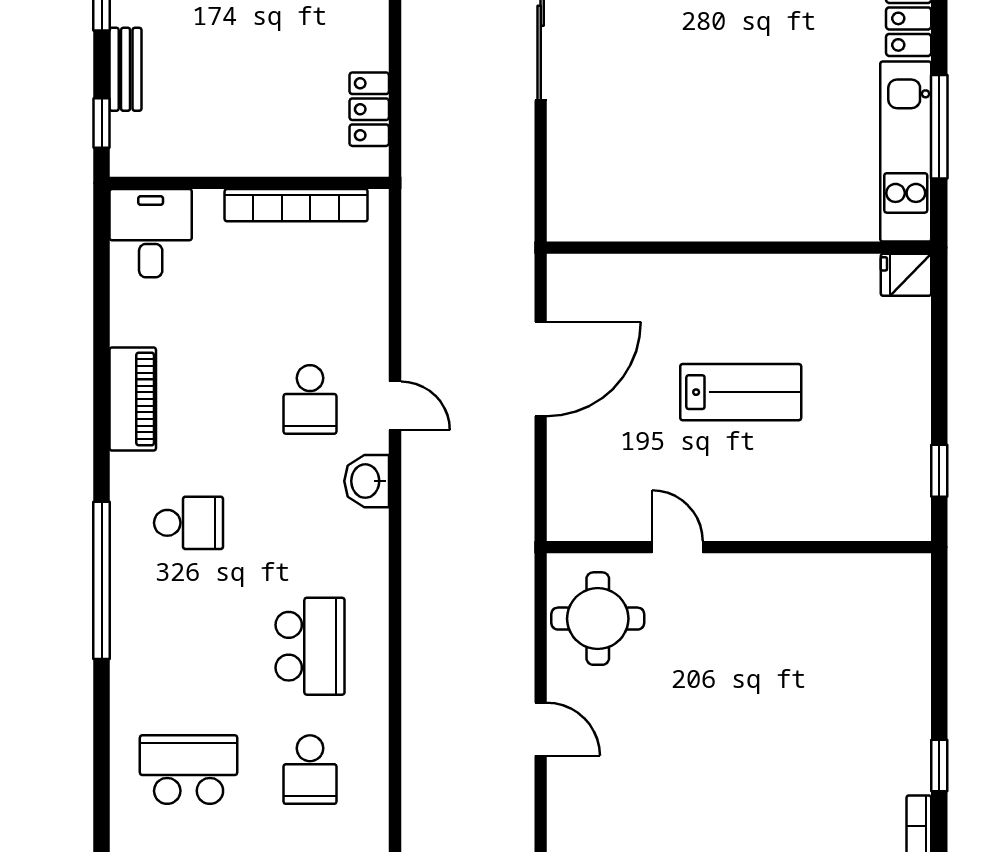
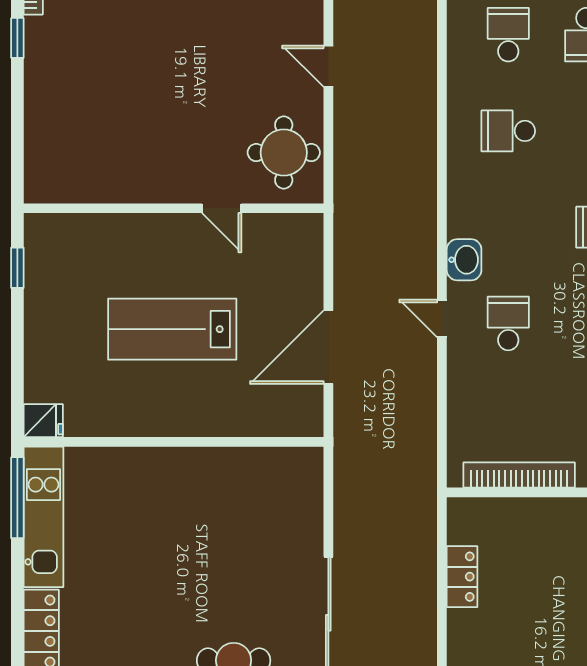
locker: (369, 109) -> (462, 577), moved
window: (939, 127) -> (17, 498), moved
lab bench: (741, 392) -> (172, 329), width x1.36, depth x1.39
school desk: (310, 646) -> (508, 131), width x0.54

